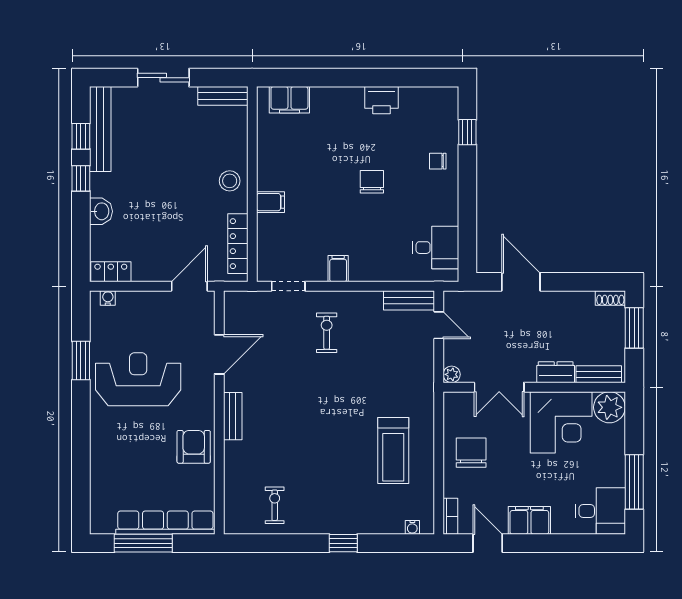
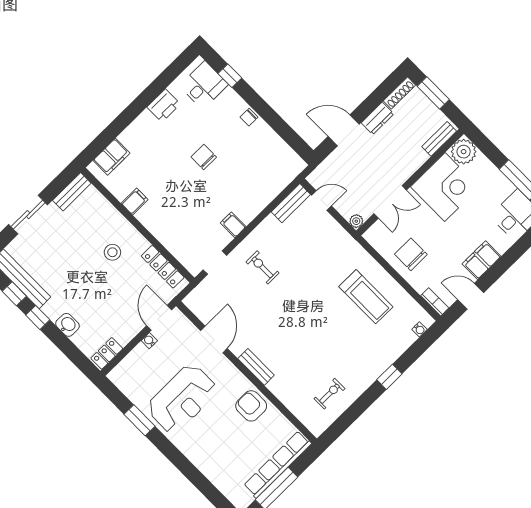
chair: (438, 161) -> (249, 117), moved
stool: (230, 181) -> (112, 252), moved
filing cabinet: (270, 202) -> (135, 201), moved
desk: (435, 248) -> (204, 85), moved
water cooler: (108, 298) -> (149, 341), moved
shoe rack: (610, 298) -> (399, 93), width x1.43
dresser: (556, 372) -> (378, 118), moved, turned 180
reception desk: (138, 379) -> (182, 399), turned 180
exercise bike: (275, 505) -> (329, 394), turned 90

